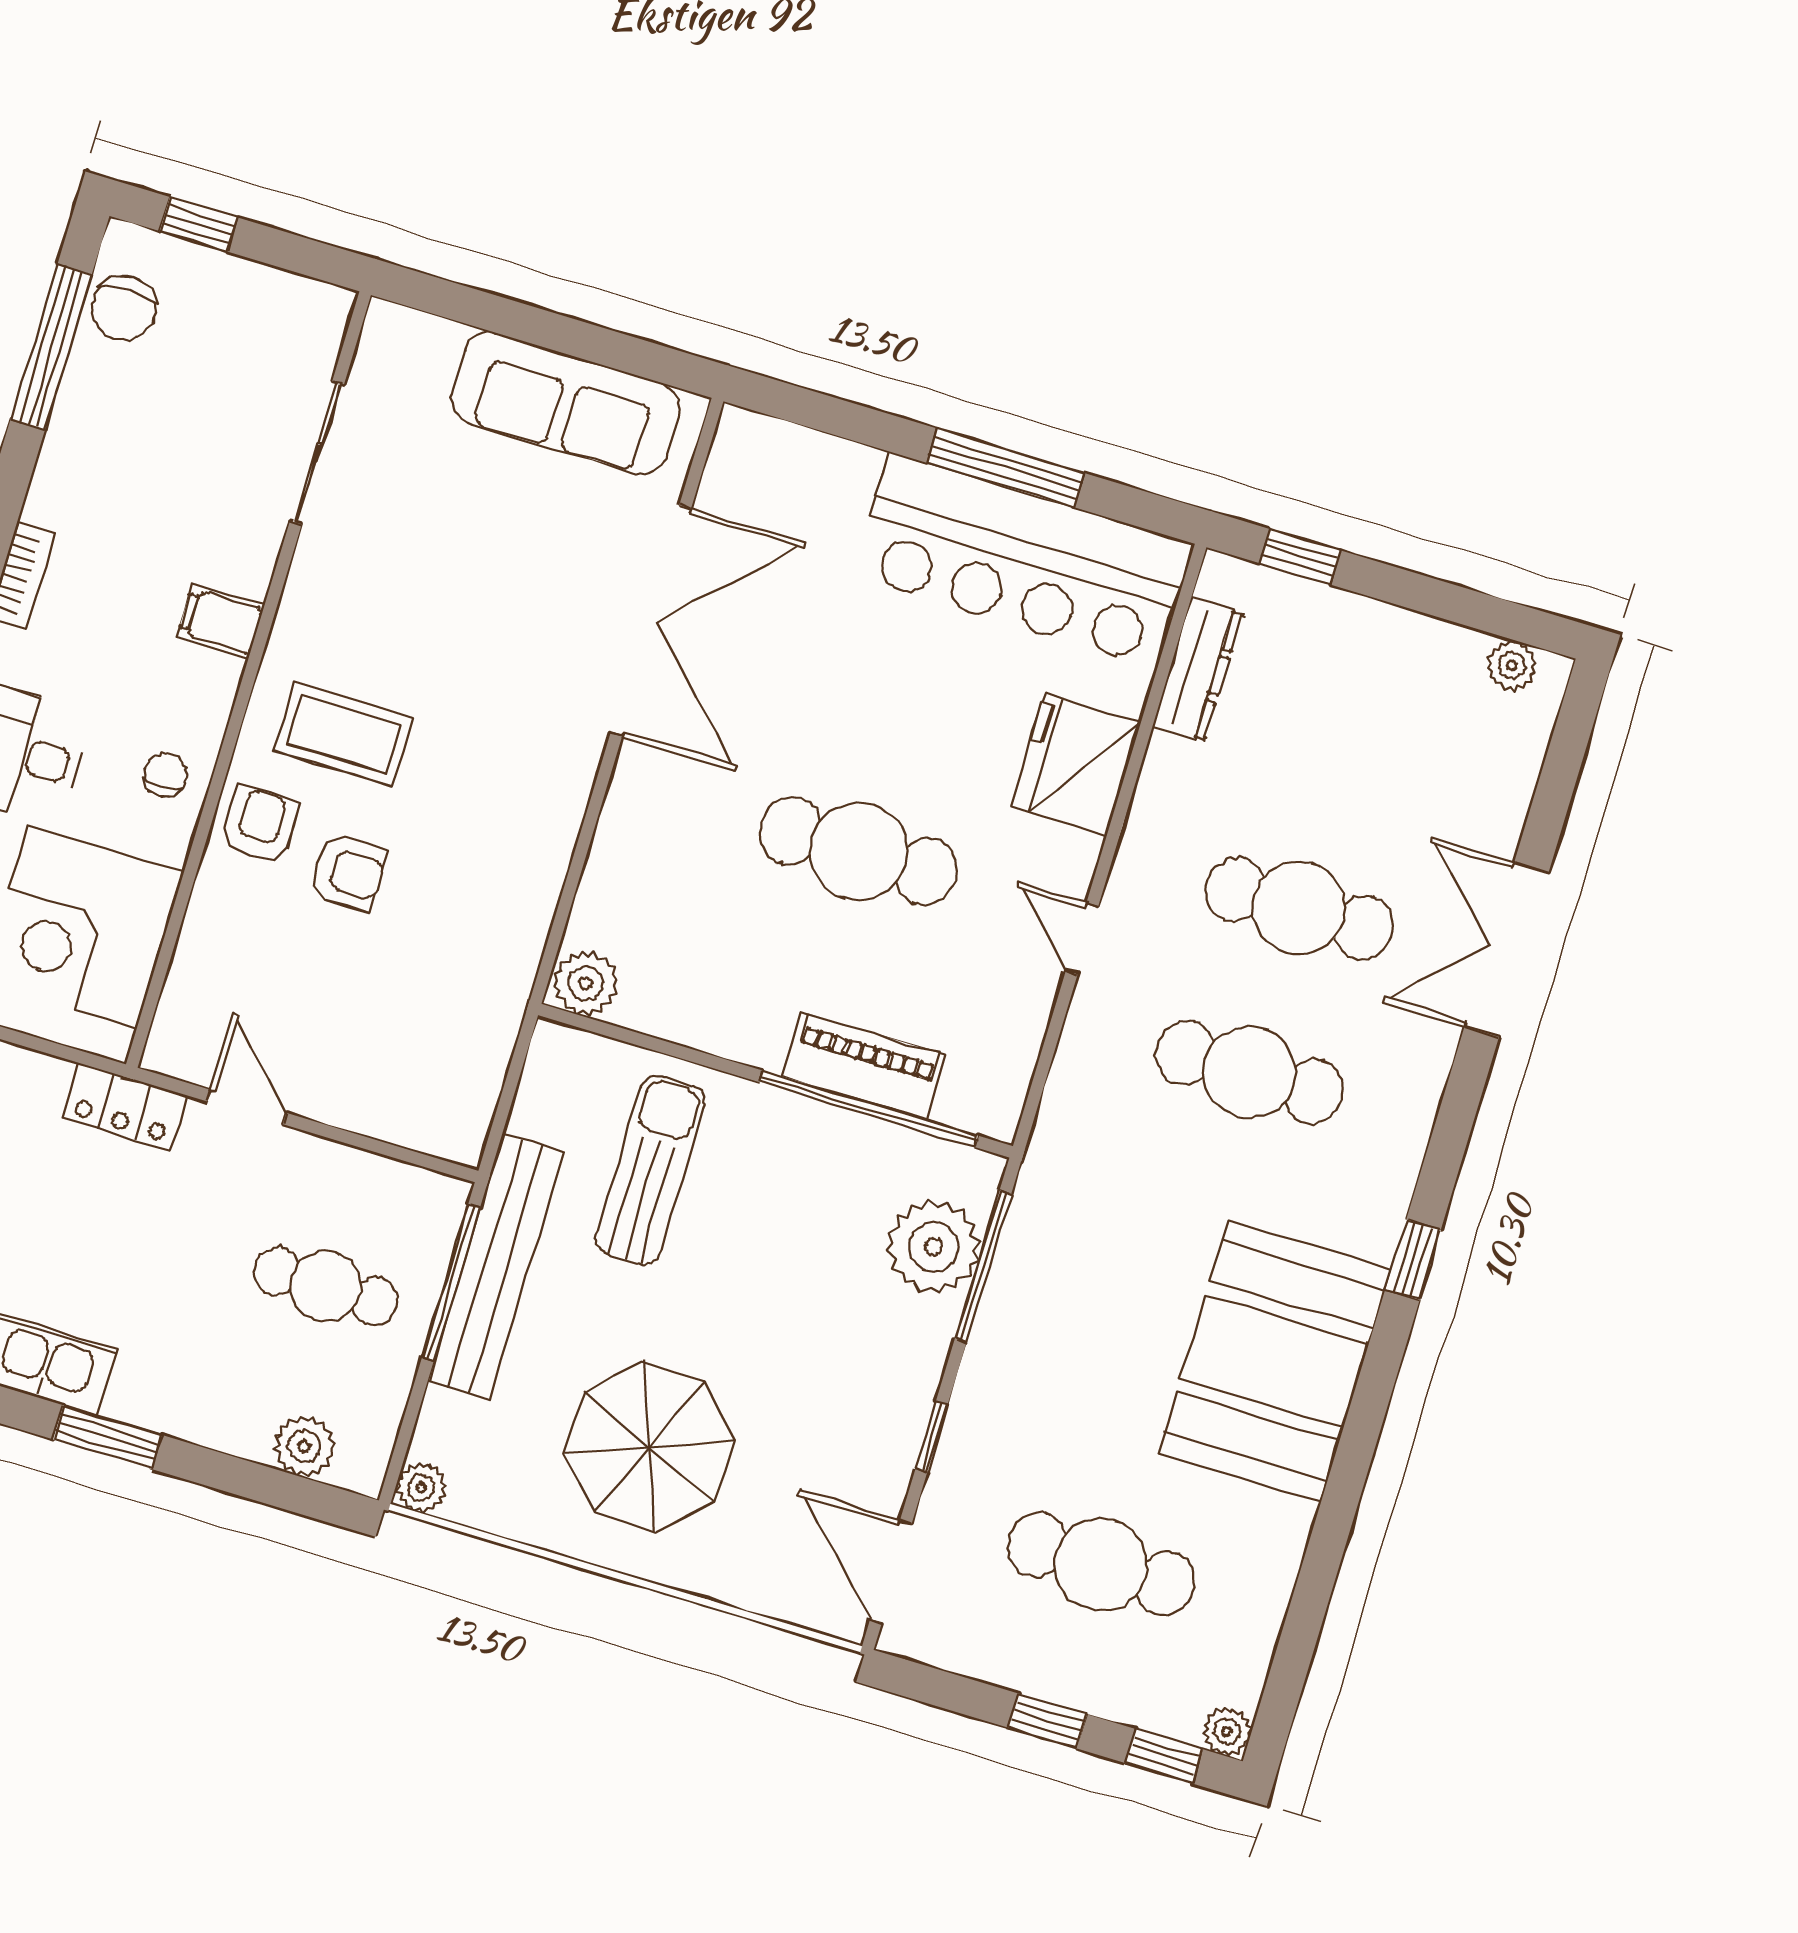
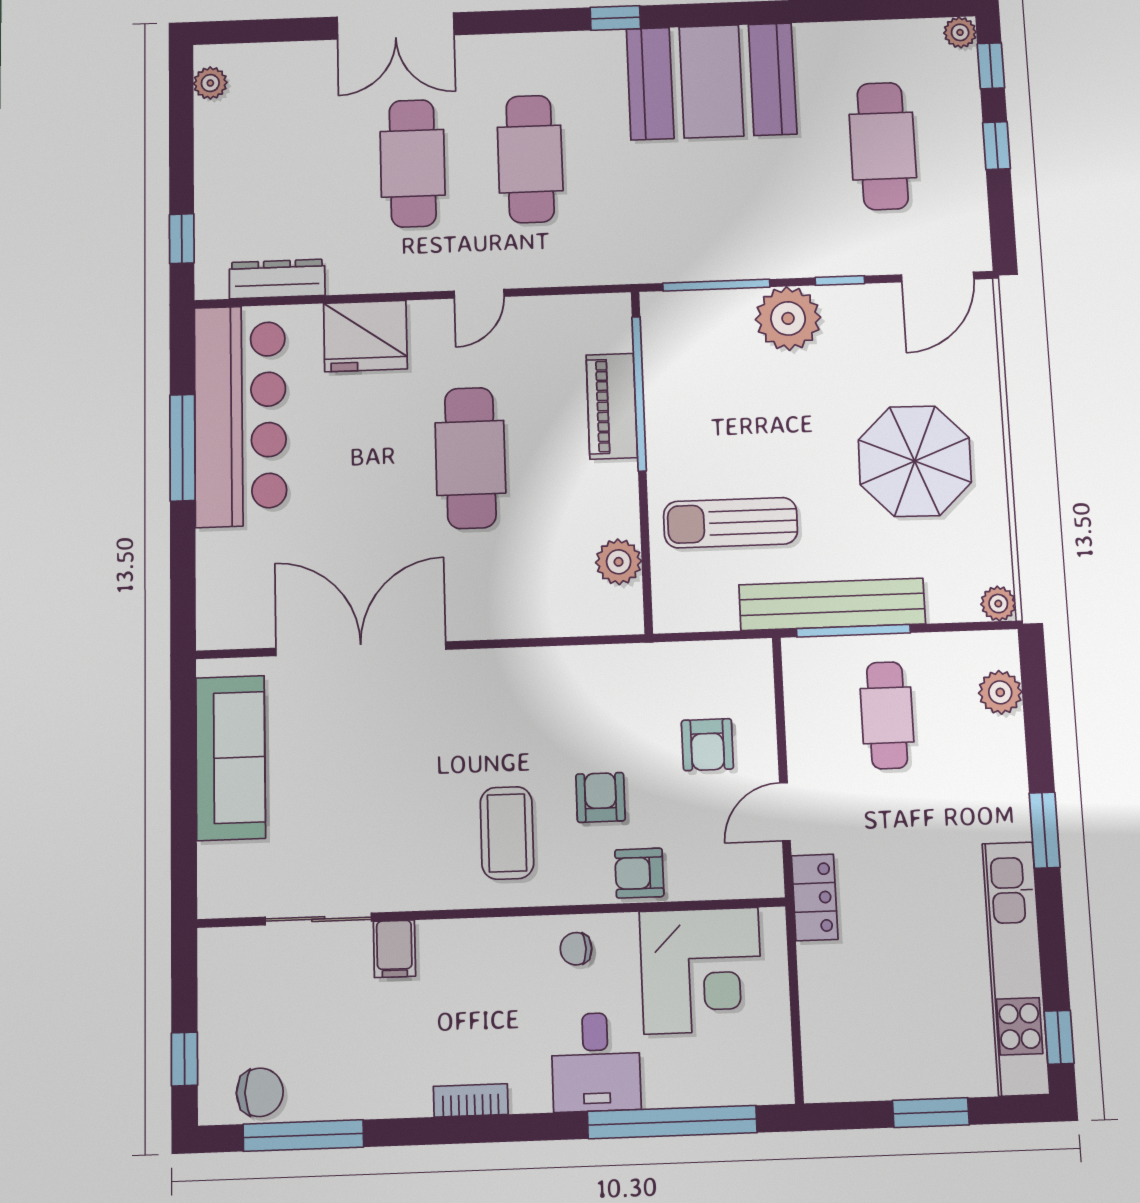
filing cabinet: (221, 621) -> (394, 949), moved
armchair: (260, 825) -> (639, 873), moved
plant: (586, 983) -> (619, 562), moved
armchair: (368, 1036) -> (707, 745), added
plant: (933, 1247) -> (788, 318), moved

